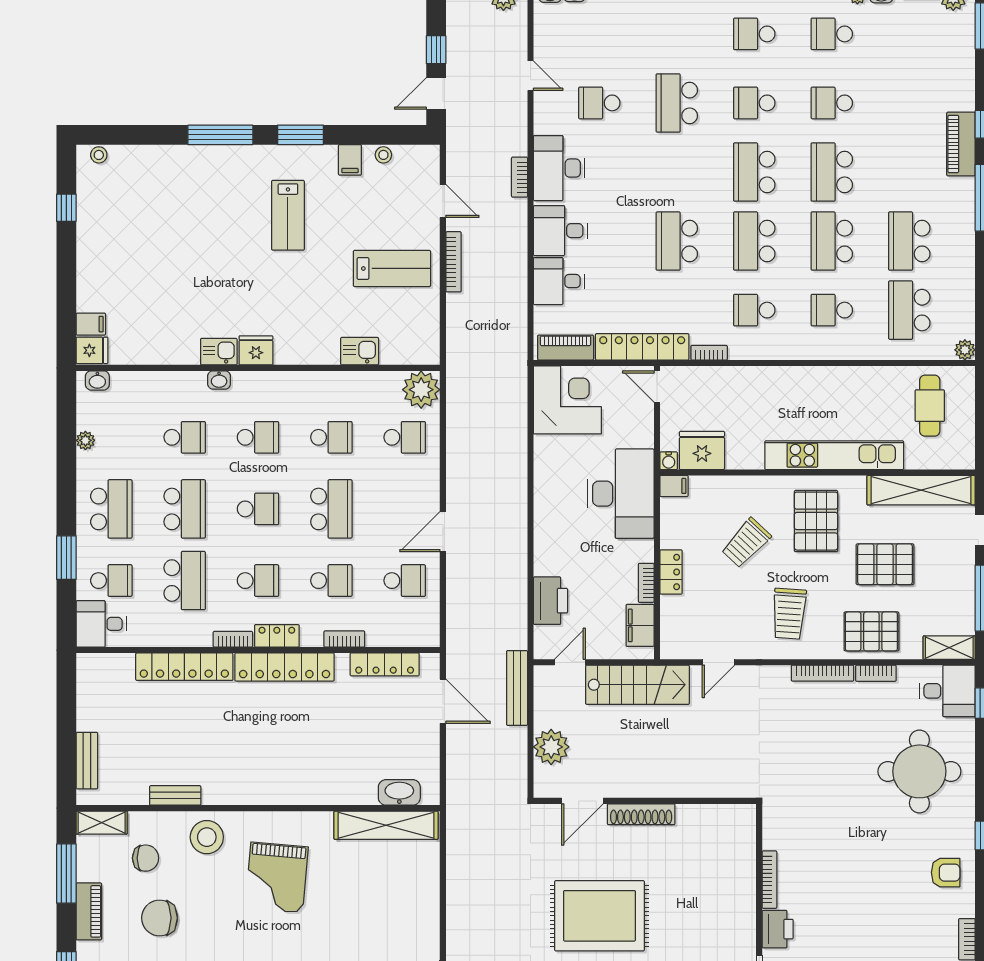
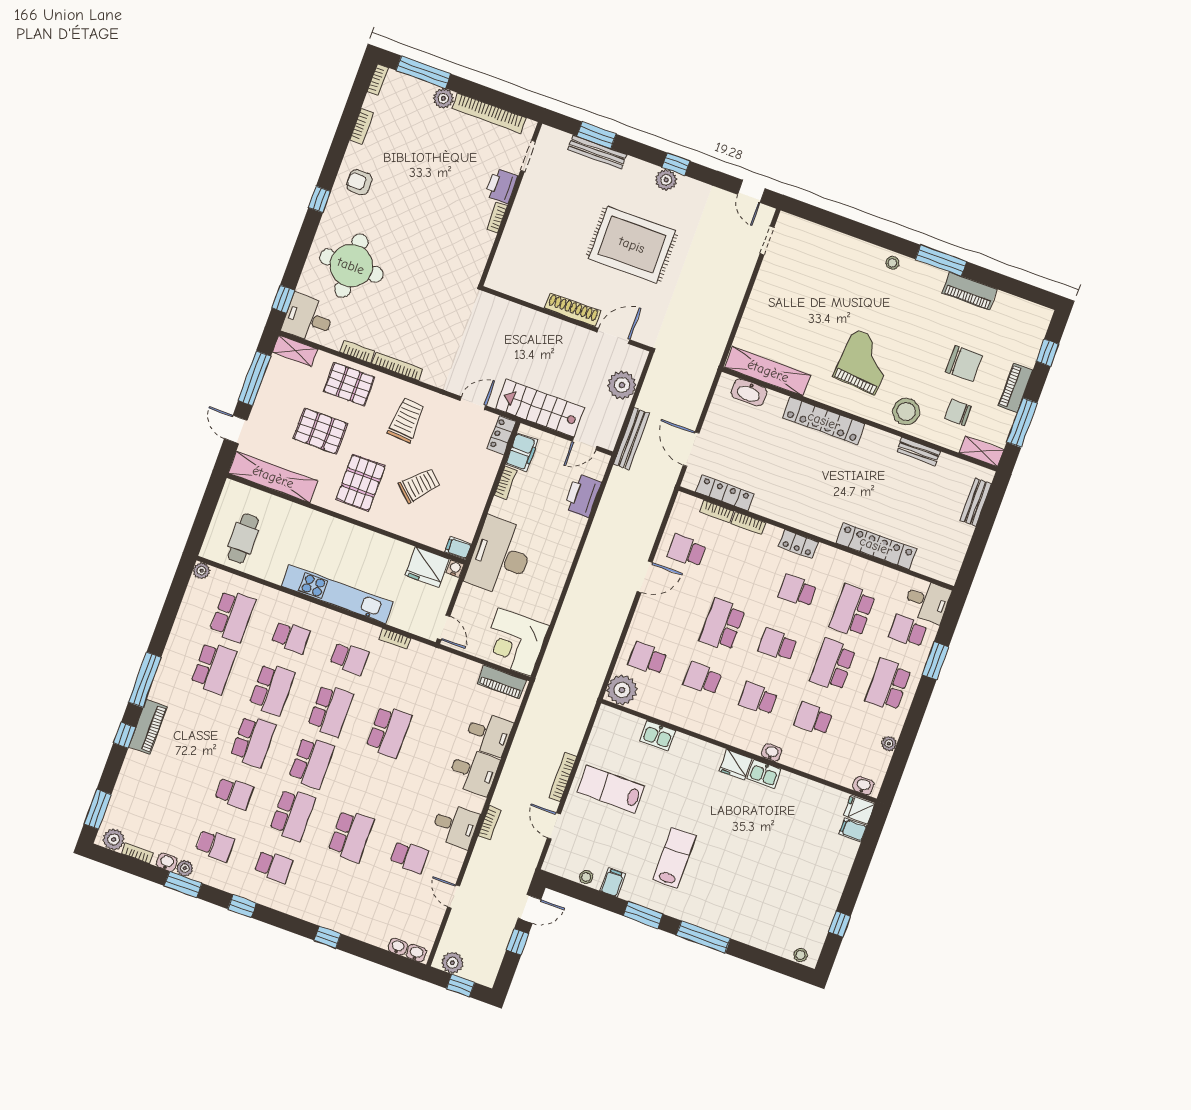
school desk: (754, 103) -> (292, 814), width x1.85
desk: (559, 168) -> (455, 826), width x0.73
locker: (642, 347) -> (444, 661), removed
kitchen unit: (834, 455) -> (337, 594), moved, turned 180
locker: (671, 572) -> (502, 435), moved
school desk: (331, 581) -> (742, 571), removed
bookcase: (233, 639) -> (717, 511), moved
locker: (285, 667) -> (824, 421), moved, turned 180
bookcase: (769, 880) -> (497, 217), width x0.64

